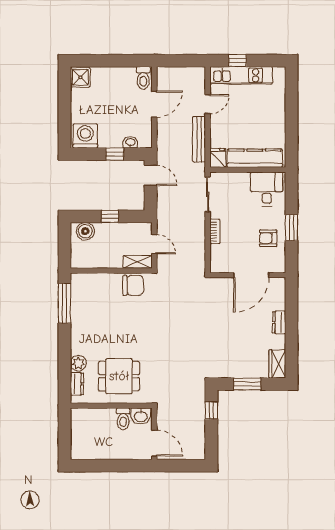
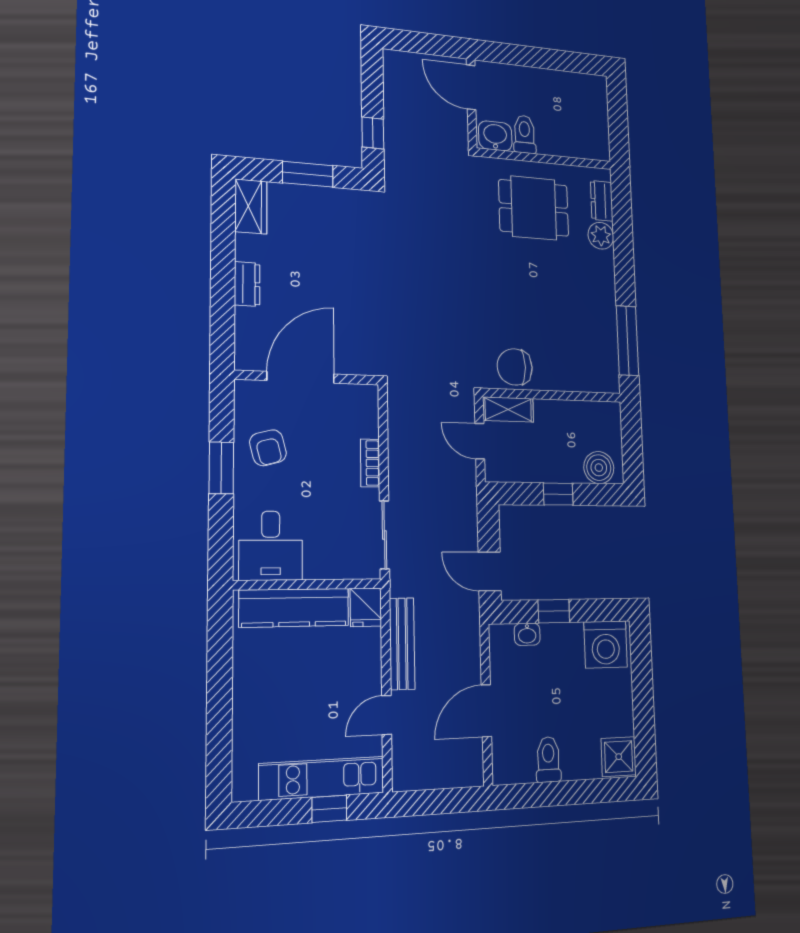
toilet: (143, 78) -> (548, 759), moved
armchair: (268, 238) -> (268, 448), turned 75

